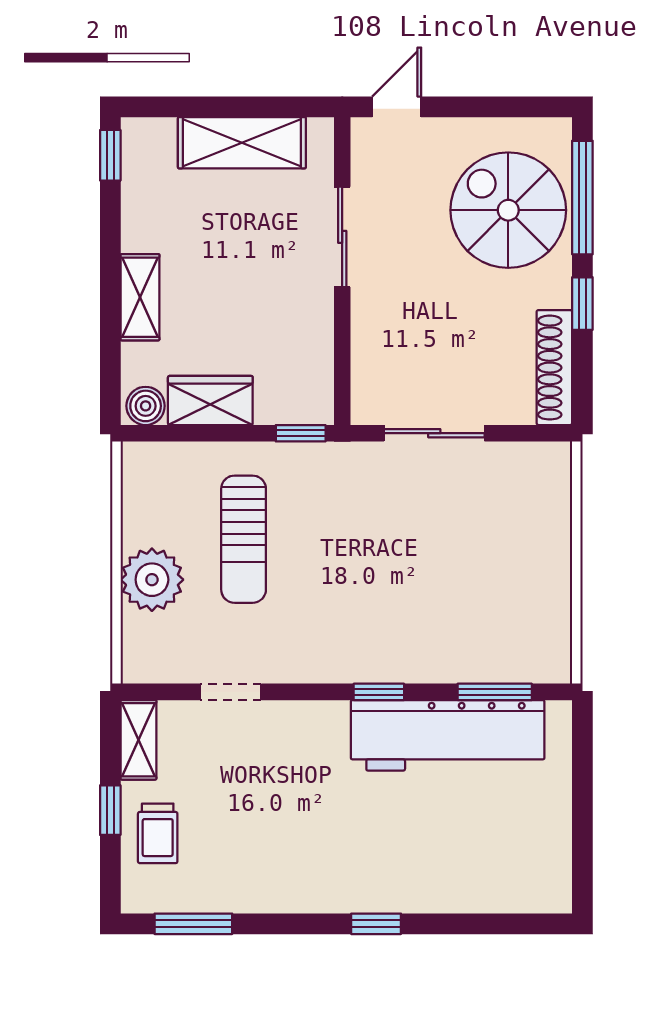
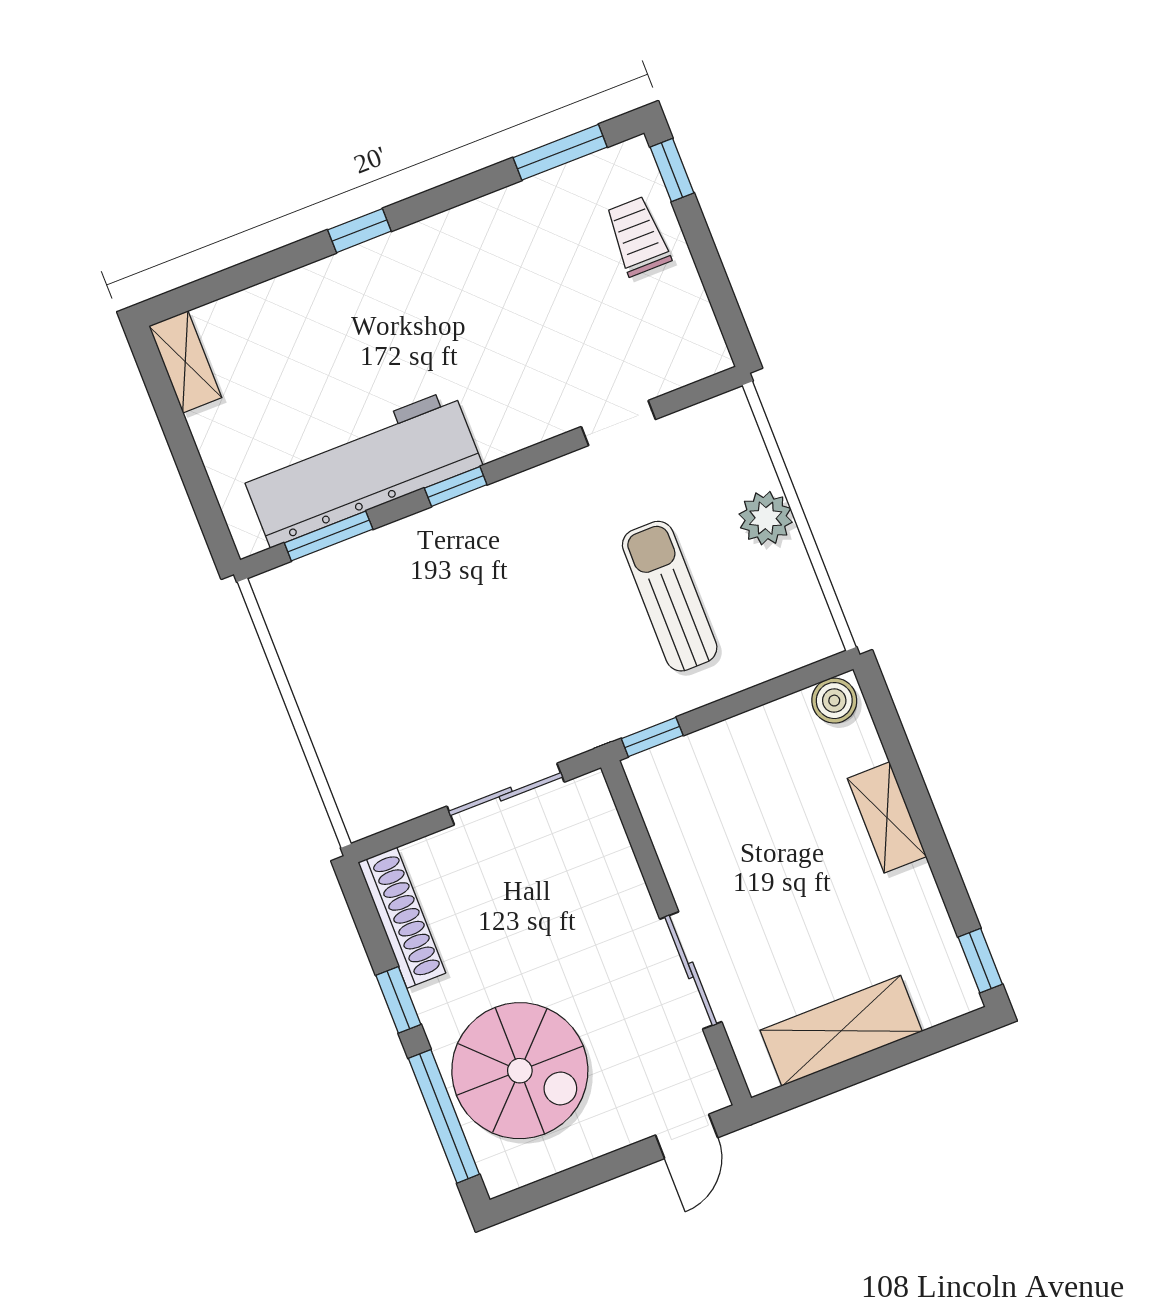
wardrobe: (210, 400) -> (765, 734), removed
plant: (152, 580) -> (766, 518), width x0.73, depth x0.73
shelving: (138, 740) -> (185, 362), moved
window: (110, 810) -> (672, 170), moved

